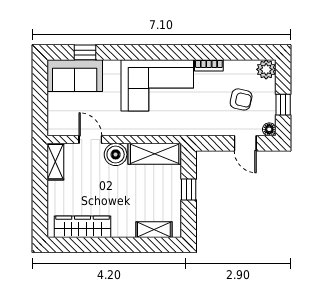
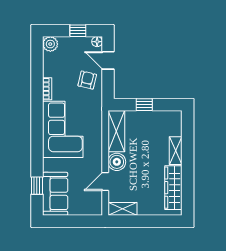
armchair: (241, 99) -> (87, 80), moved
door: (245, 143) -> (108, 60), swing flipped
shelving: (154, 230) -> (176, 151), moved

